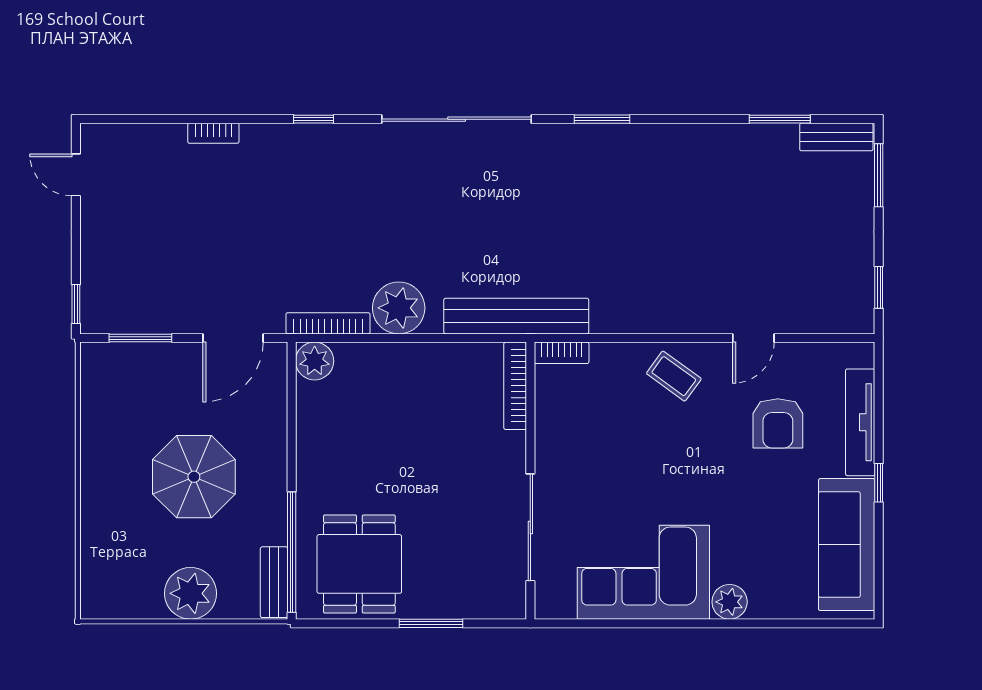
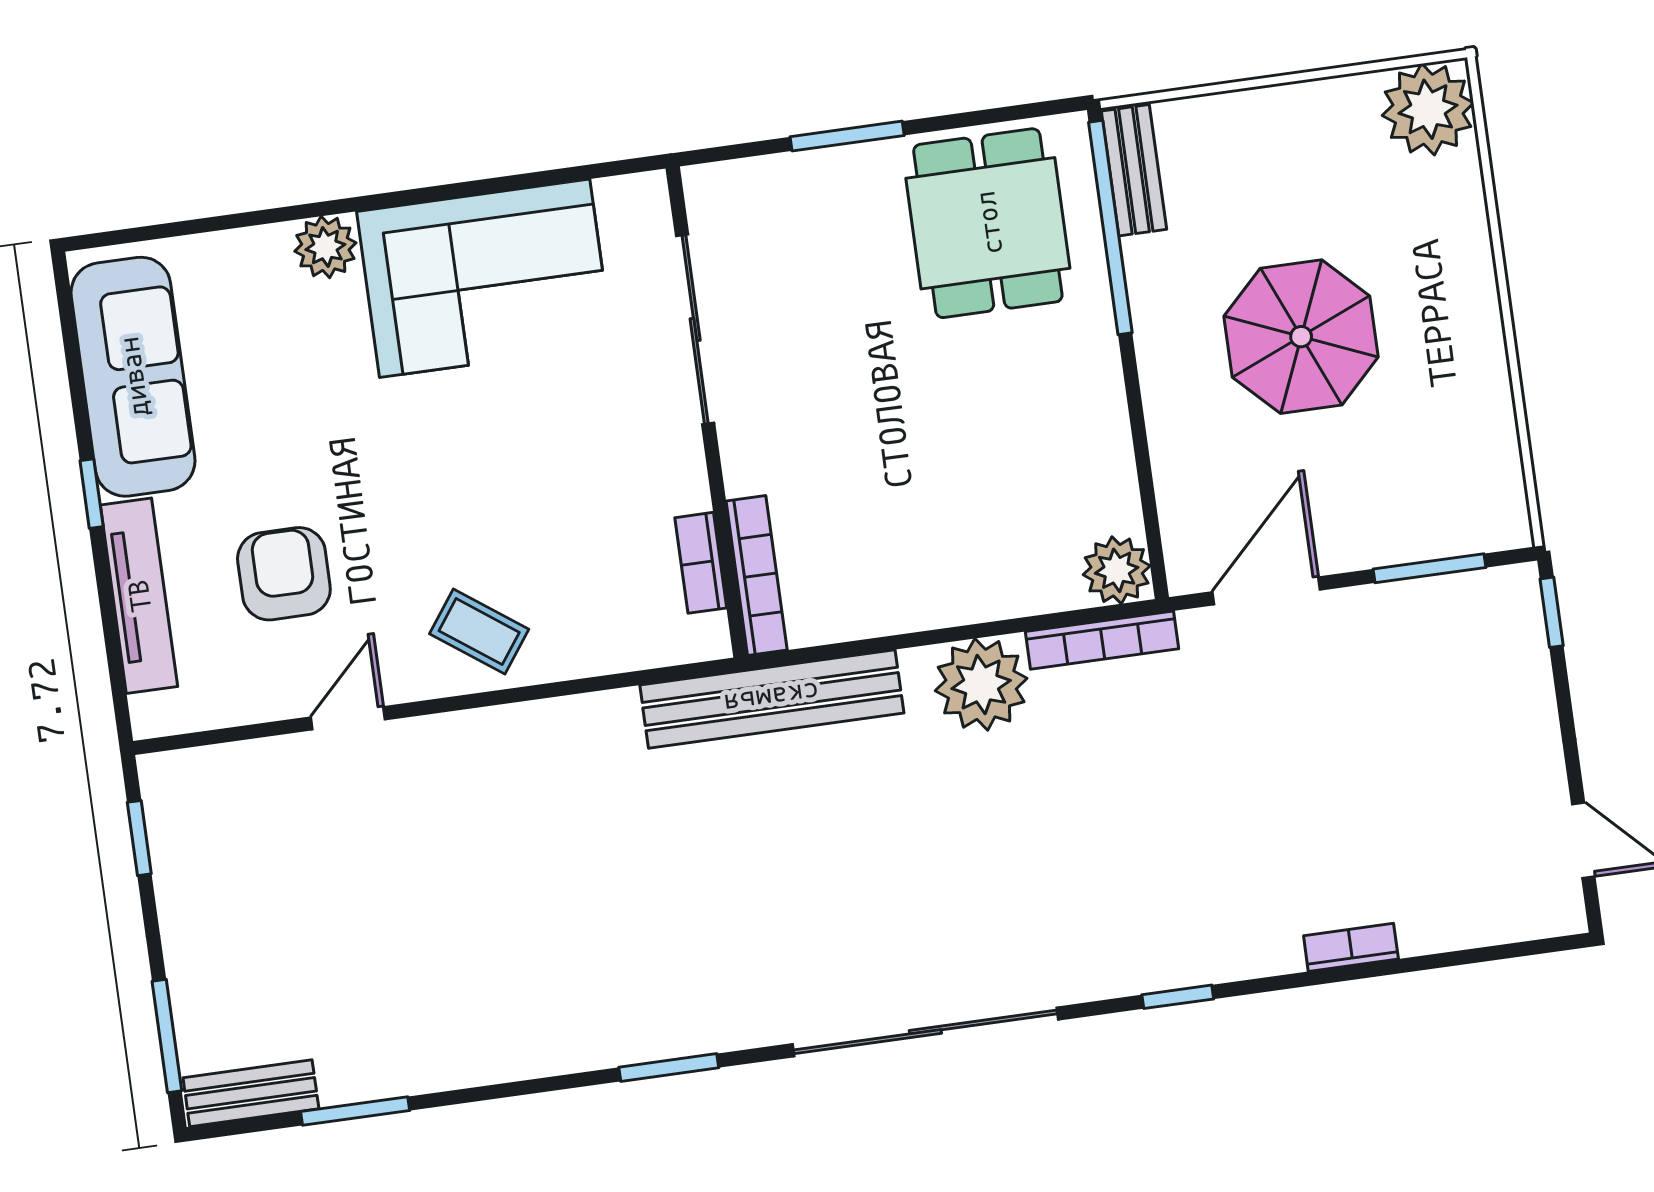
bookcase: (562, 353) -> (701, 563), moved, turned -90
plant: (191, 593) -> (1428, 109), moved

